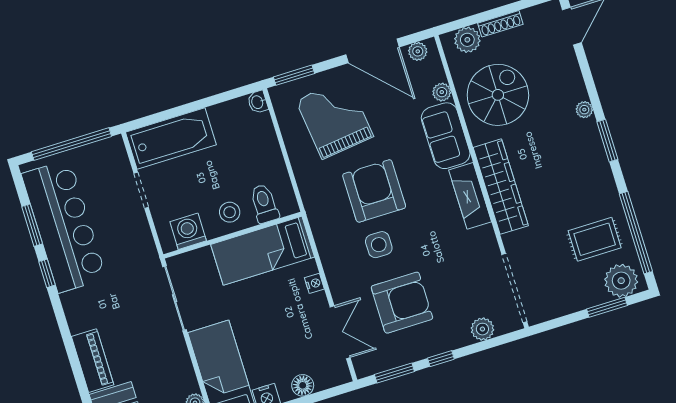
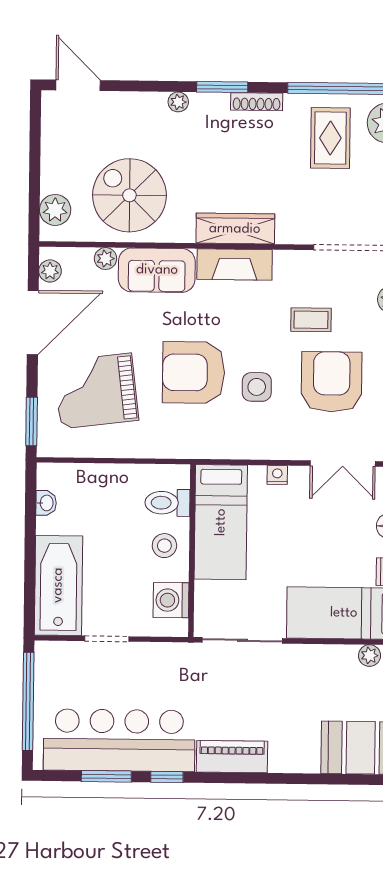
shoe rack: (500, 24) -> (257, 102), moved, turned 90
washbasin: (258, 102) -> (46, 503), moved, turned -90
wardrobe: (501, 187) -> (235, 229), width x0.71, depth x0.85
coffee table: (446, 270) -> (311, 320), added
double door: (340, 332) -> (343, 464), swing flipped
piano: (93, 361) -> (232, 757), moved

